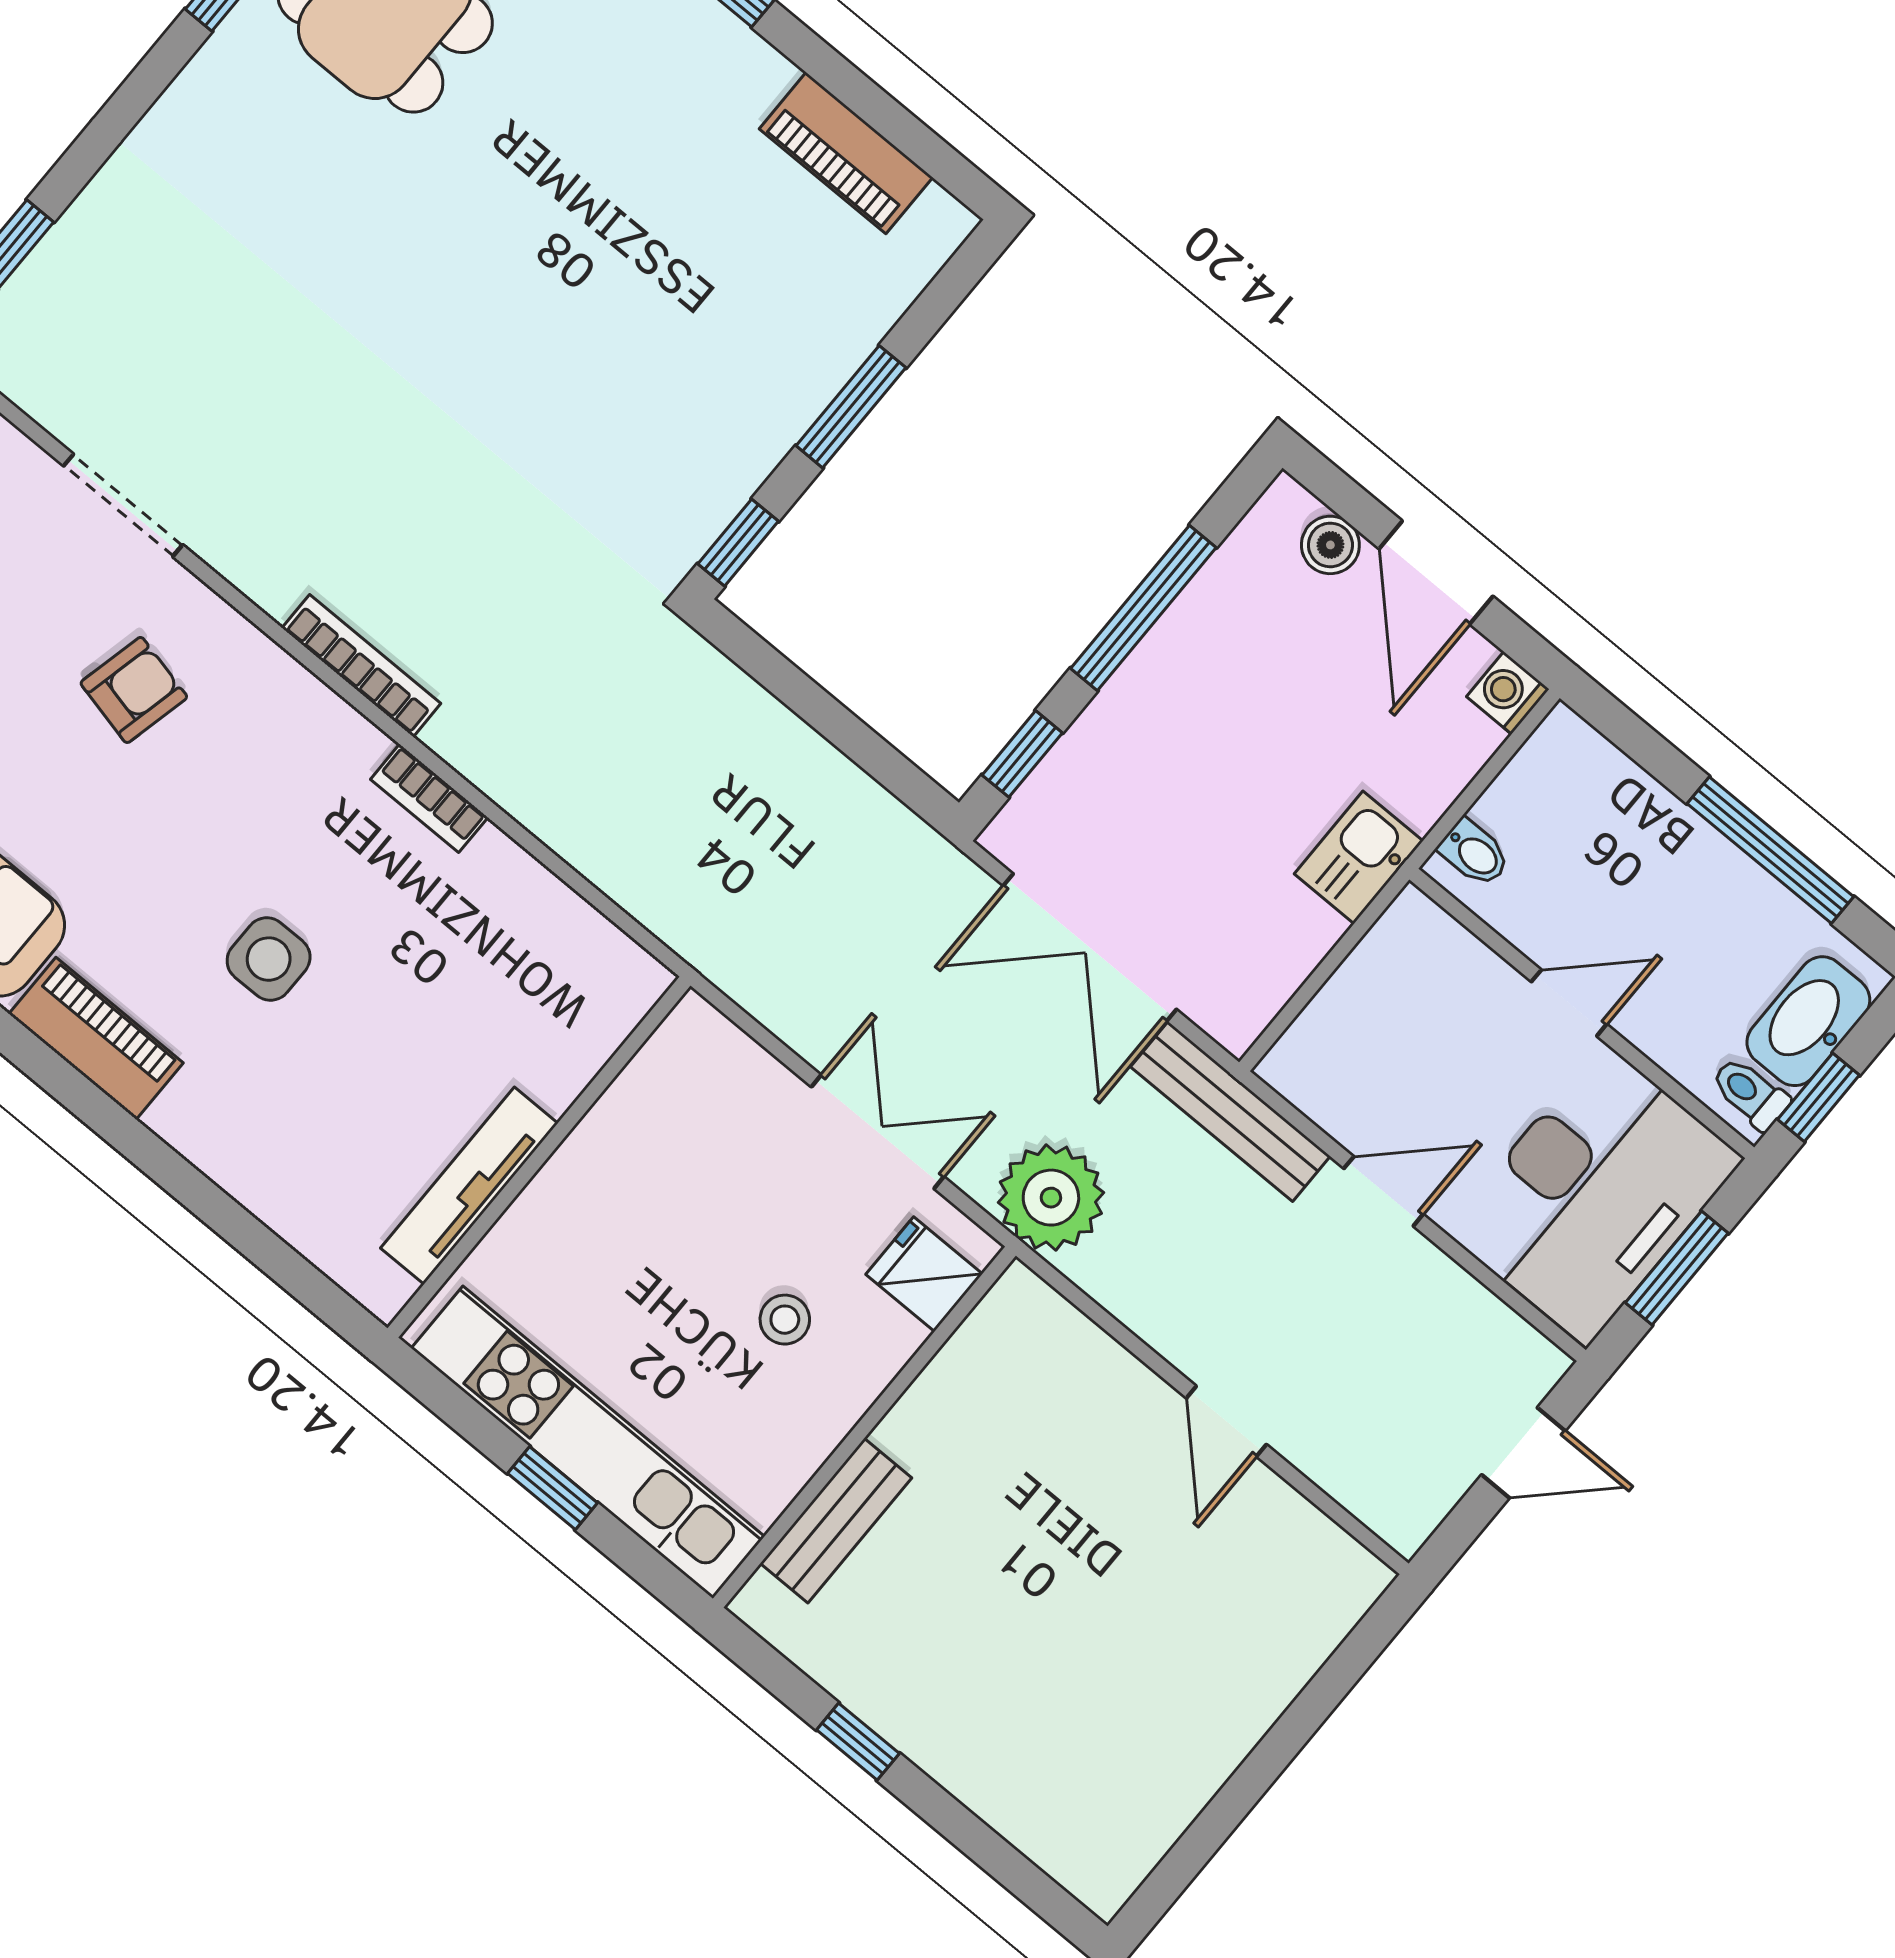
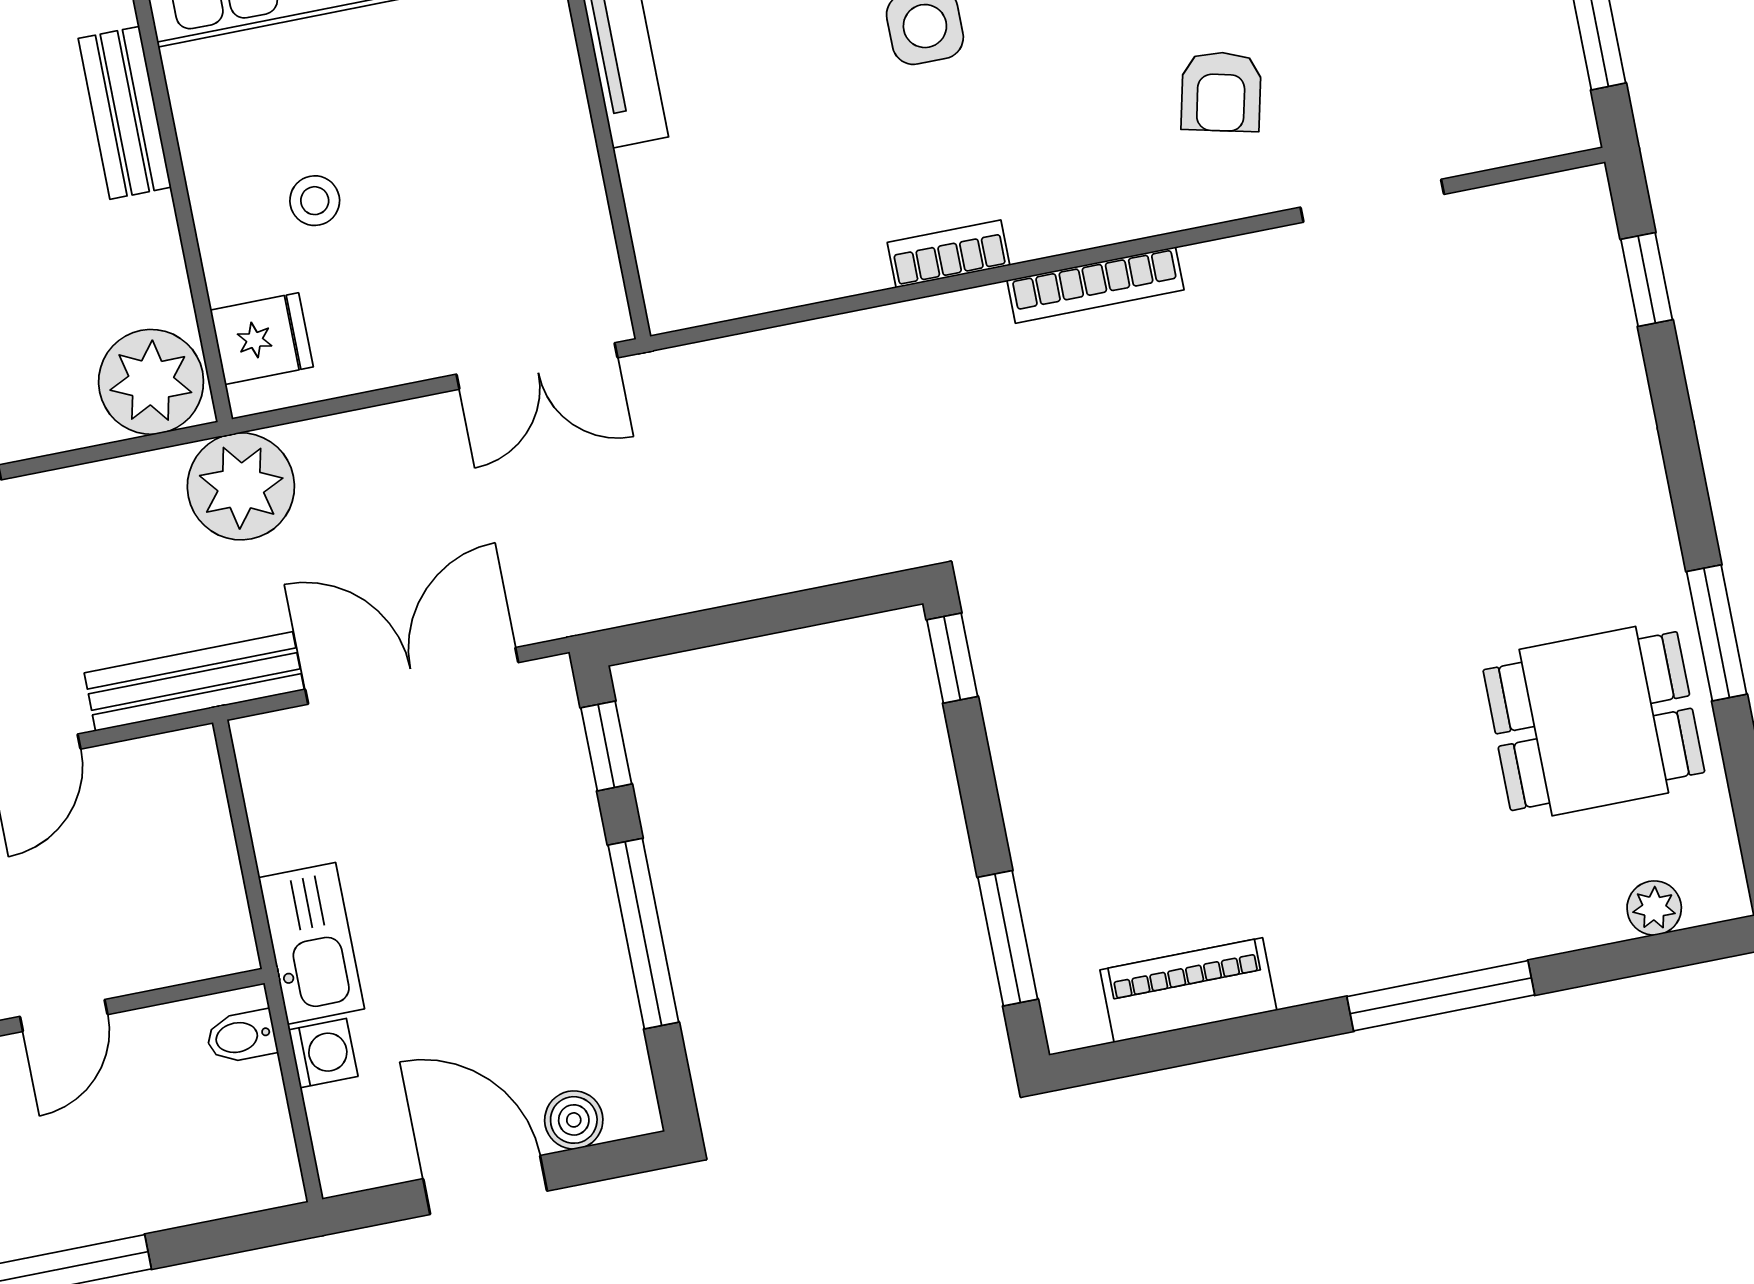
window: (851, 407) -> (1008, 938), moved
washing machine: (1508, 693) -> (323, 1053), moved
kitchen sink: (1359, 857) -> (311, 943), width x1.38
double door: (878, 1132) -> (537, 366), moved
plant: (1027, 1332) -> (151, 382), added

